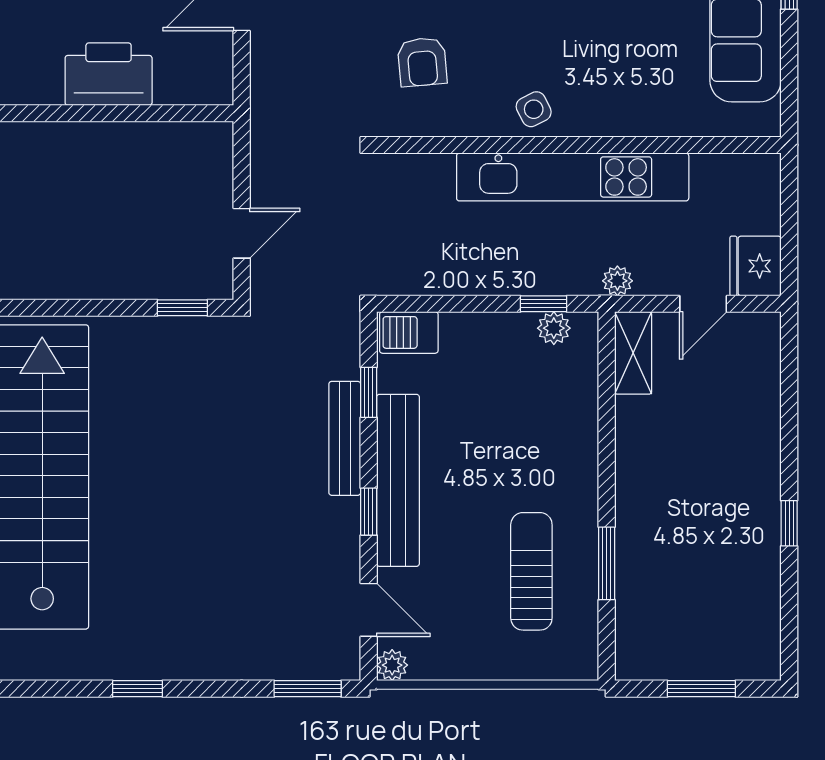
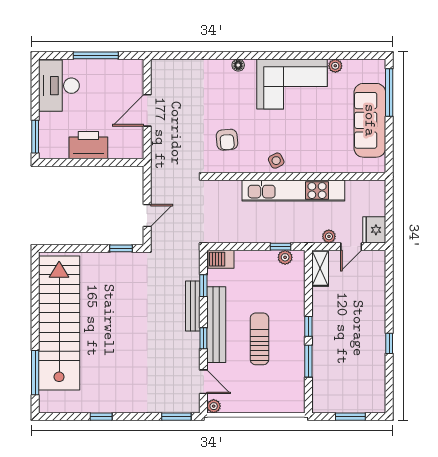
plant: (617, 281) -> (329, 236), moved
window: (607, 484) -> (308, 326), added
sun lounger: (531, 571) -> (259, 339), moved

